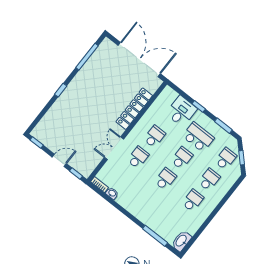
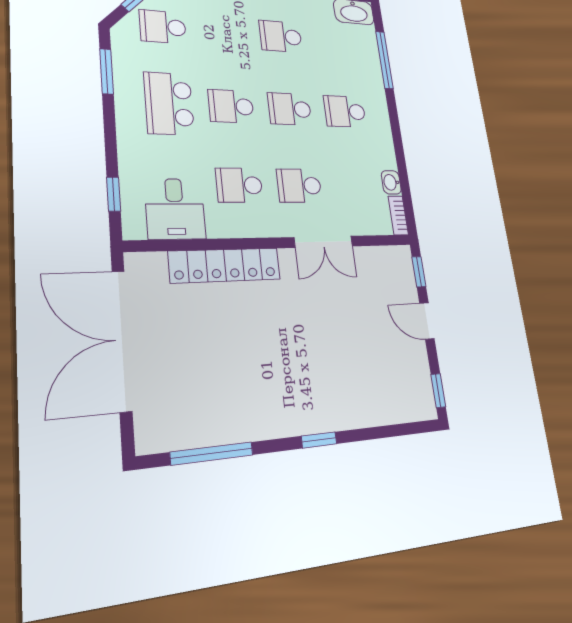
window: (199, 106) -> (114, 194), moved
desk: (181, 111) -> (175, 209), moved, turned -90
school desk: (209, 180) -> (345, 112), moved

